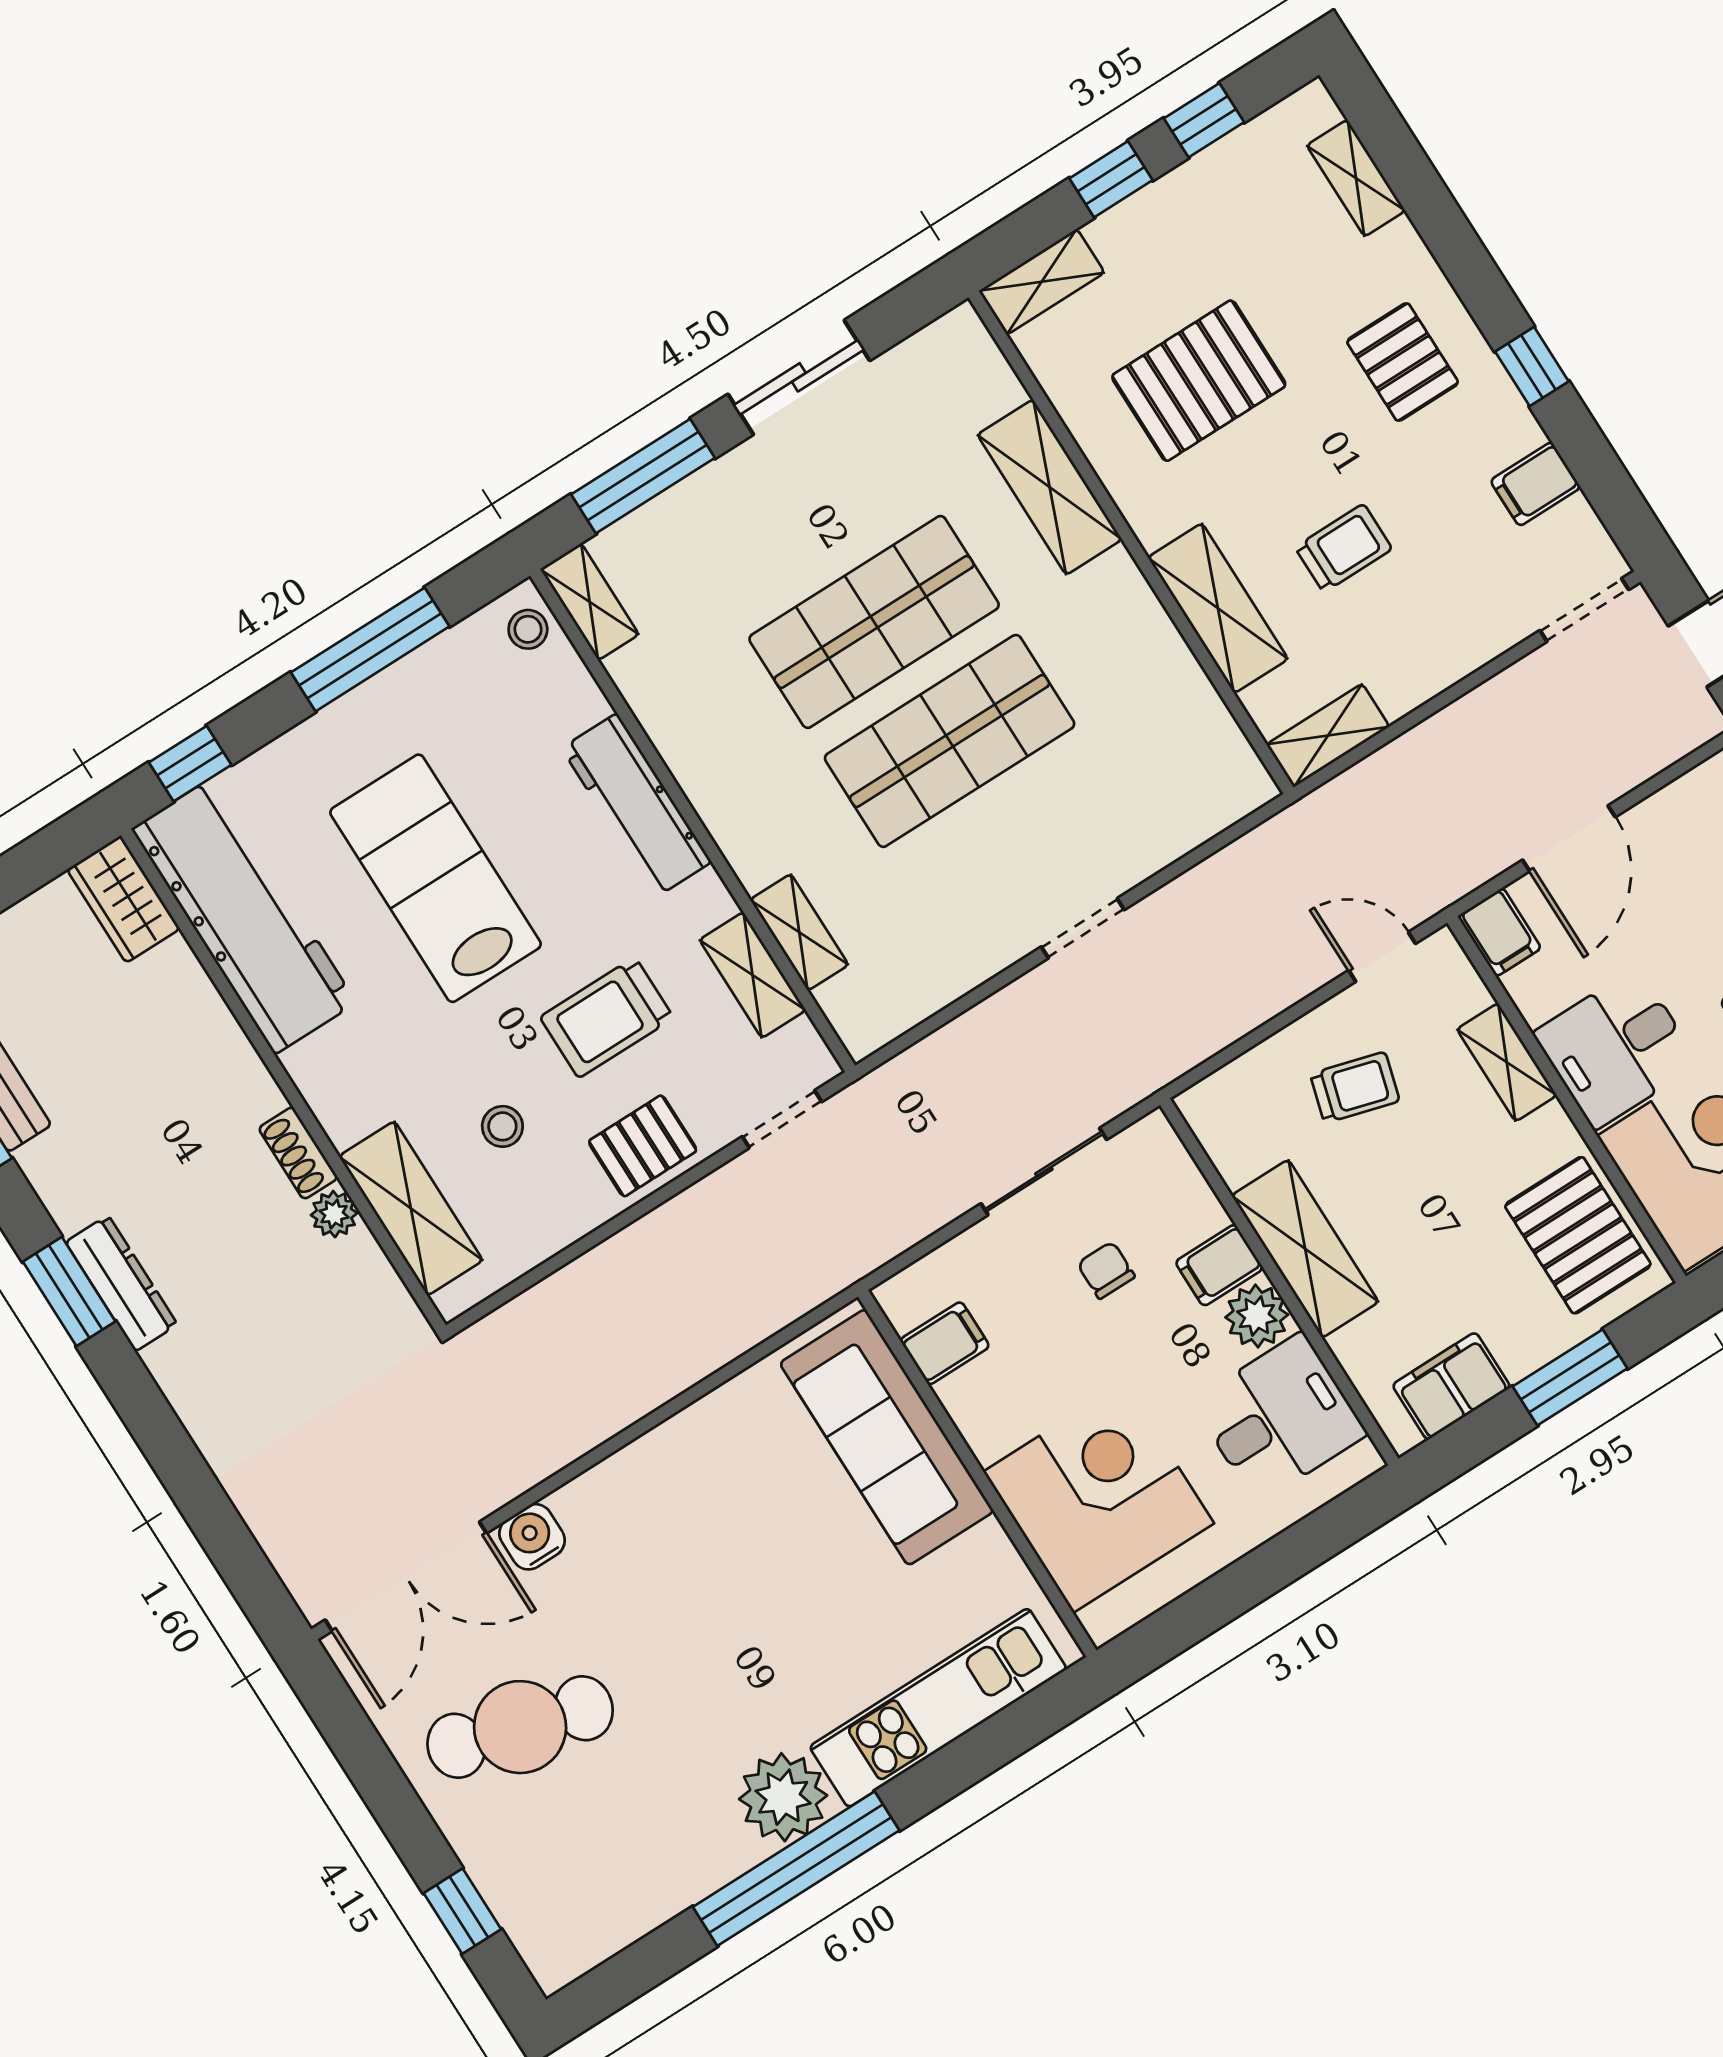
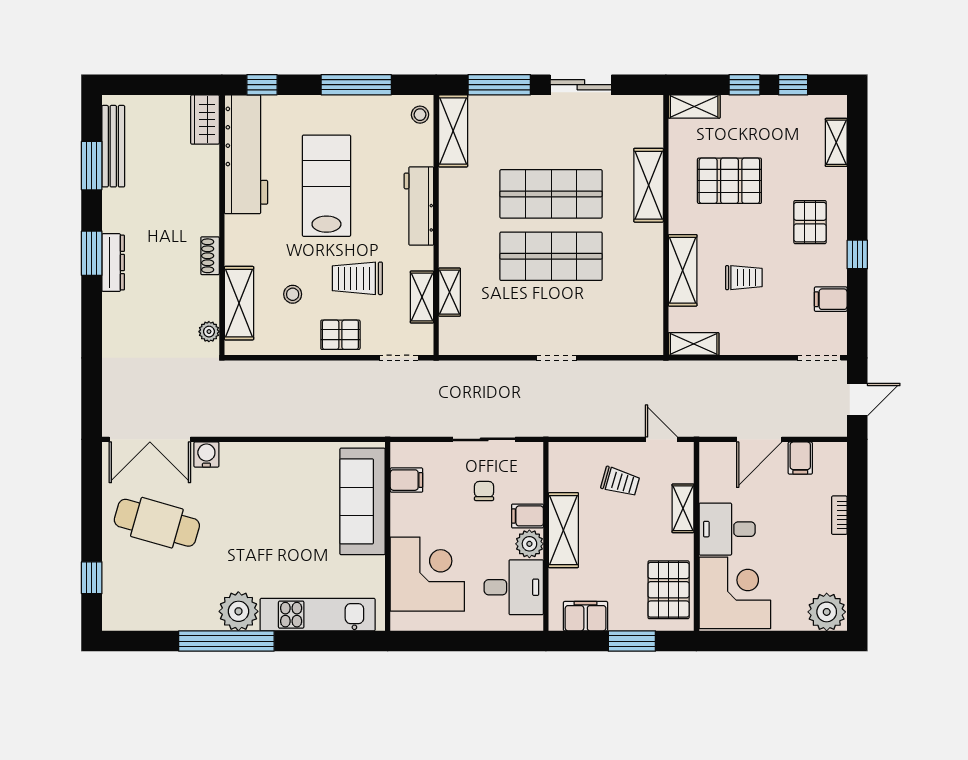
shelving: (590, 602) -> (453, 131), width x1.50, depth x1.33
filing cabinet: (1499, 932) -> (800, 458), moved
plant: (334, 1214) -> (209, 332), moved

